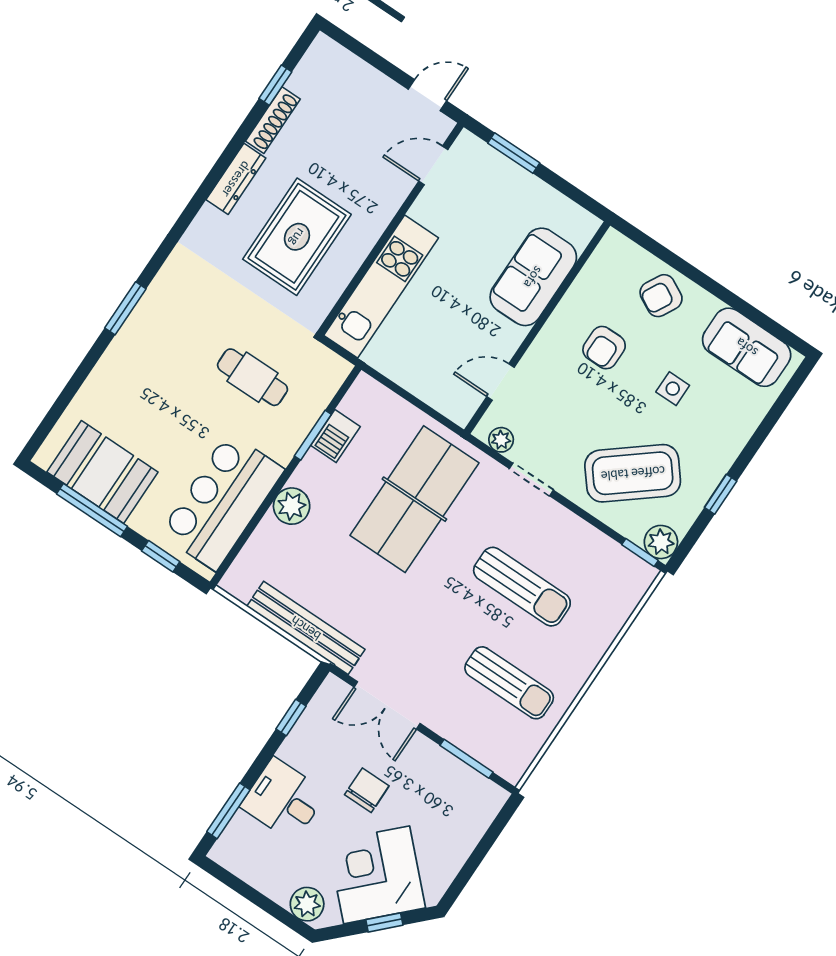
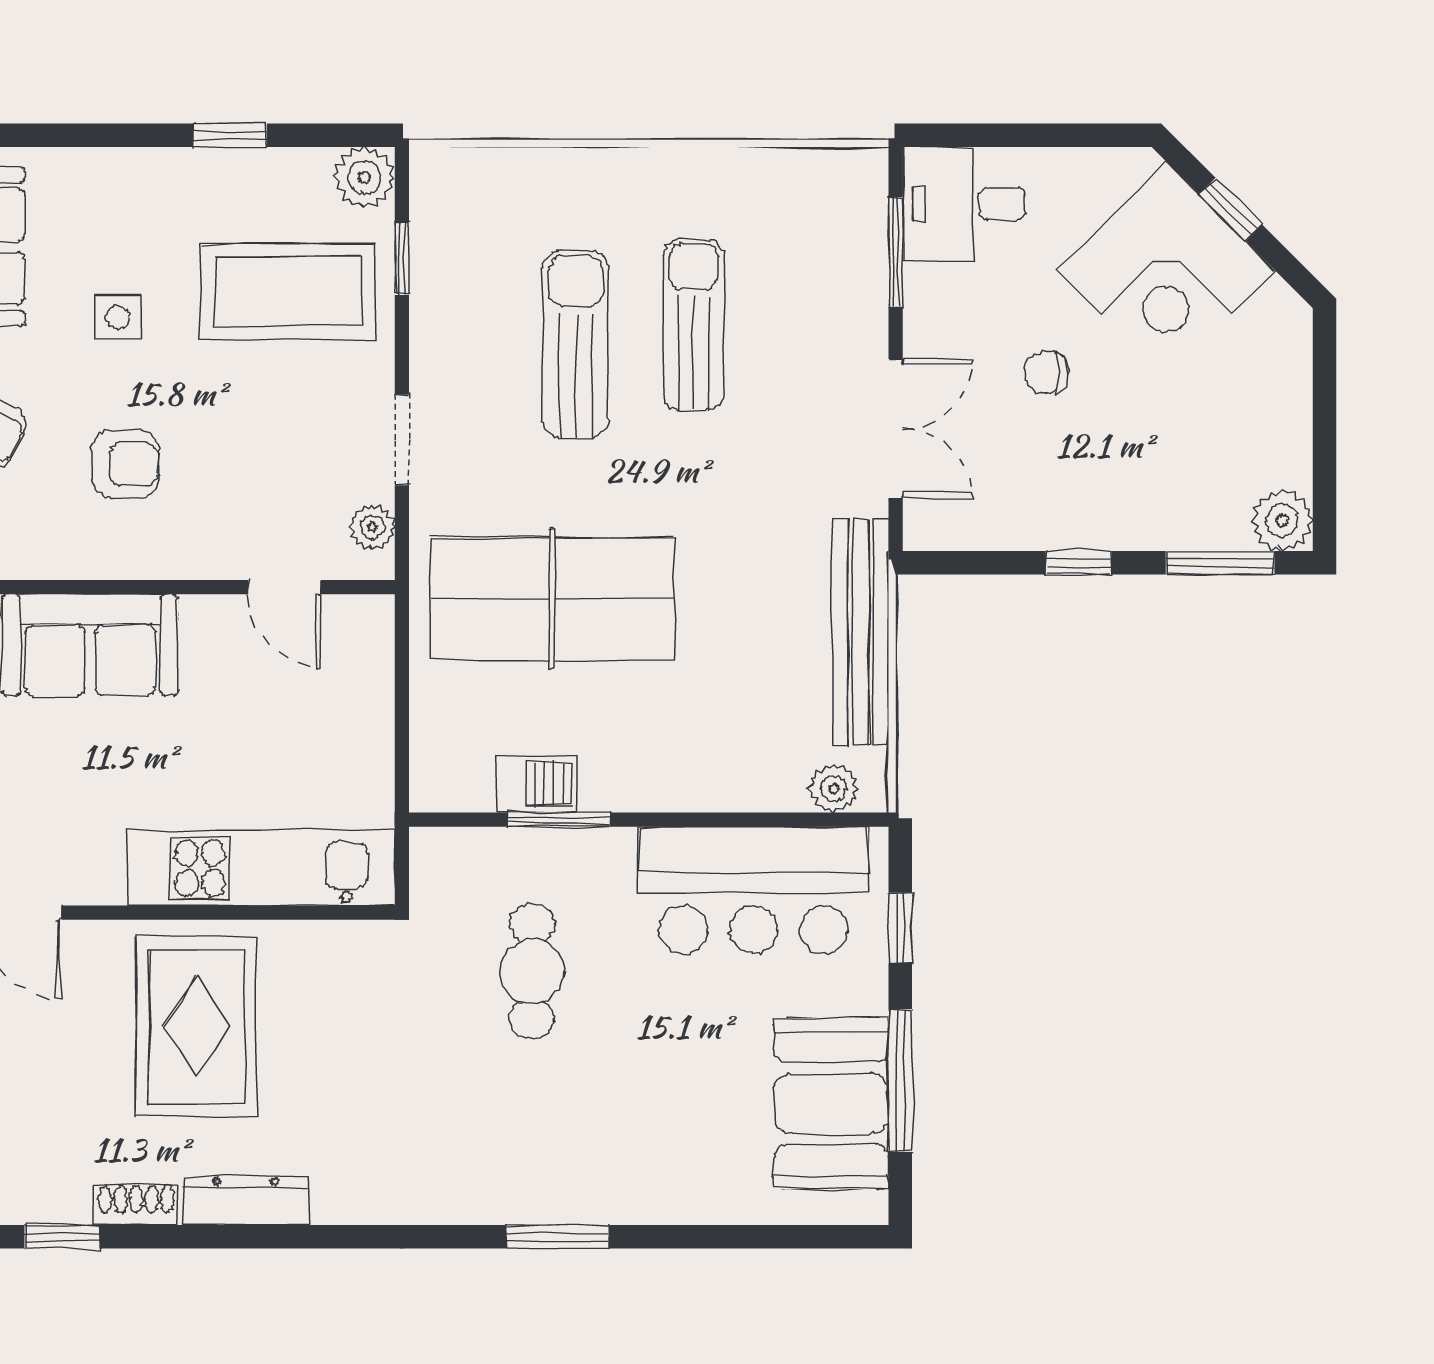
shoe rack: (273, 120) -> (136, 1205), width x0.70
rug: (297, 237) -> (196, 1026), moved, turned 90
coffee table: (633, 473) -> (288, 291), turned -51
plant: (292, 506) -> (833, 788), moved, width x0.73, depth x0.73
window: (640, 552) -> (402, 259), moved
sun lounger: (509, 683) -> (693, 325), moved
window: (291, 717) -> (1079, 563), moved
chair: (367, 790) -> (1046, 372), width x0.73, depth x0.73
desk: (284, 800) -> (964, 204), moved, turned 90
plant: (307, 904) -> (1282, 520), moved

